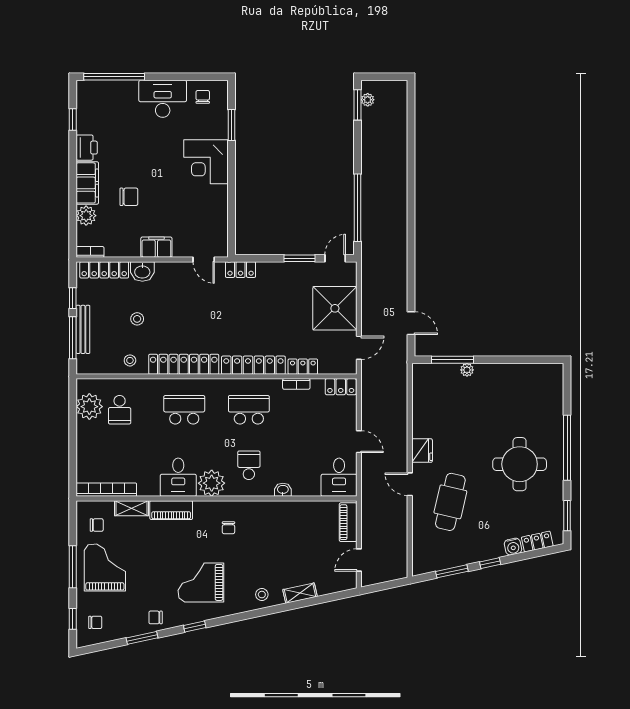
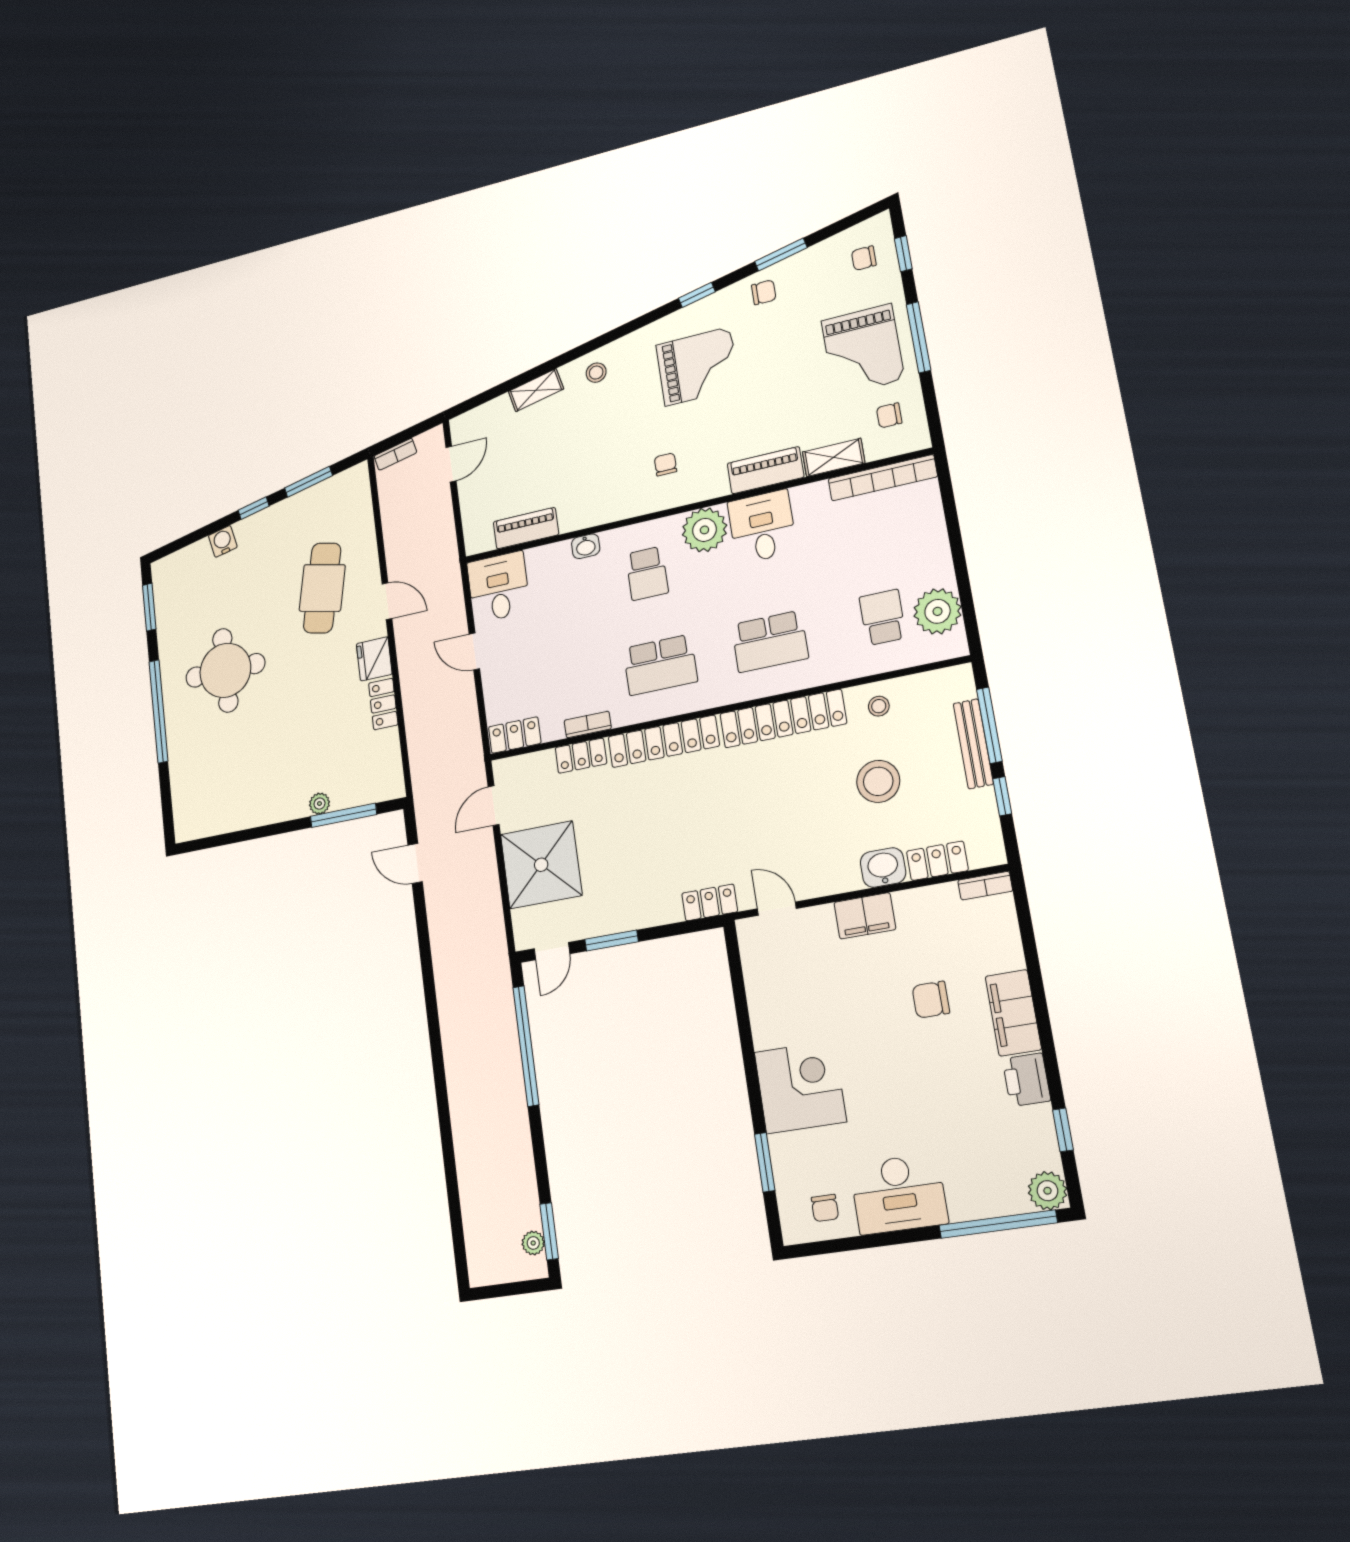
plant: (86, 216) -> (1047, 1191), moved
locker: (104, 270) -> (937, 861), width x0.66
stool: (137, 319) -> (878, 781), width x1.89, depth x1.89
piano: (348, 522) -> (526, 528), moved, turned -90
locker: (537, 542) -> (383, 704), moved, turned 102
bookcase: (393, 575) -> (395, 454), added

